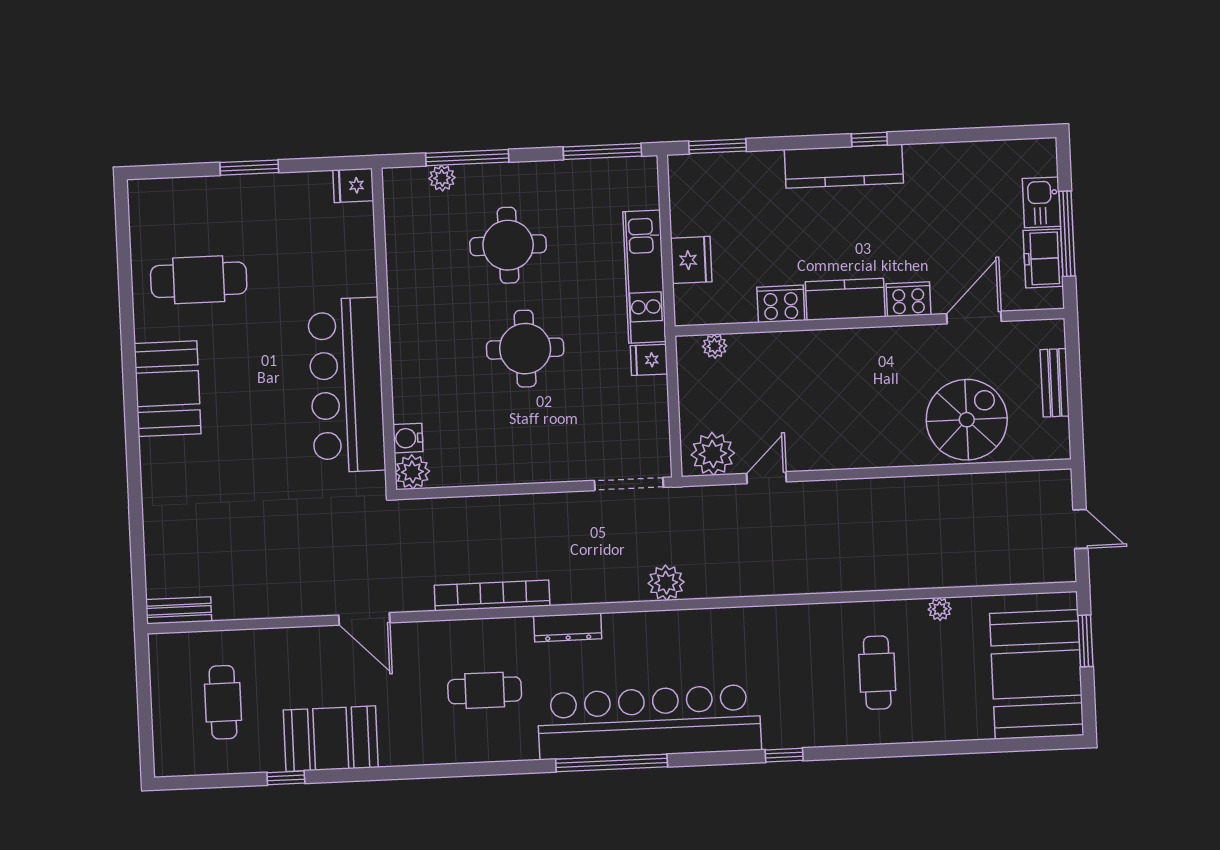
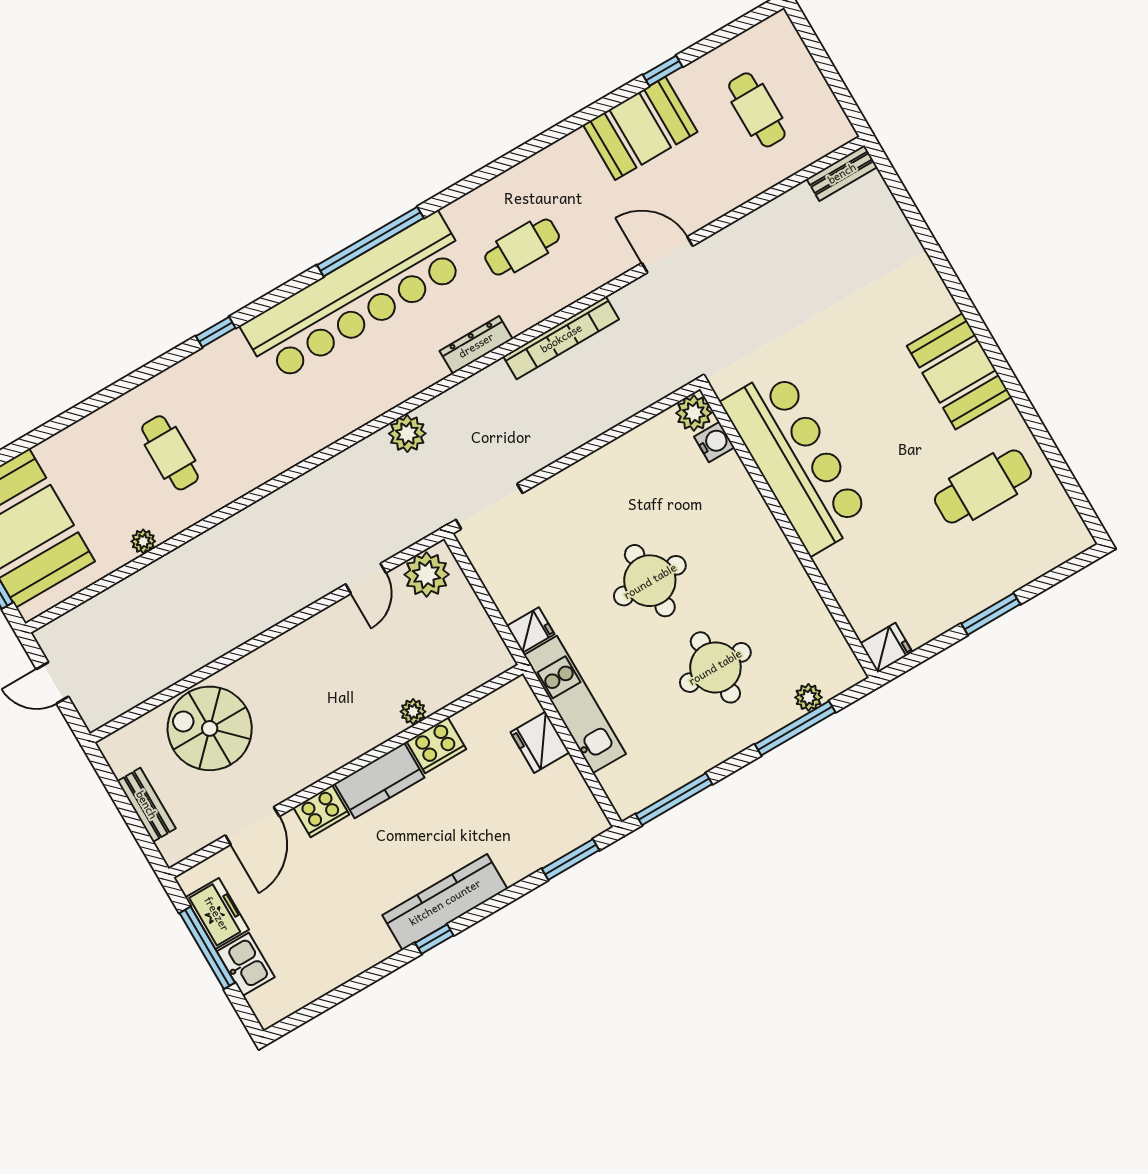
plant: (715, 346) -> (413, 712), moved
spiral stairs: (967, 420) -> (210, 728), turned 90

